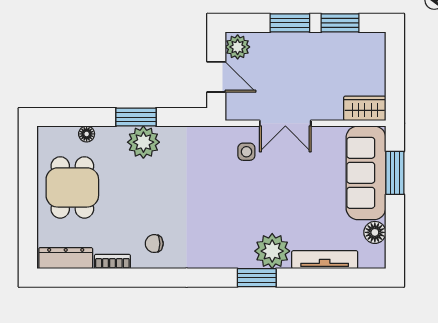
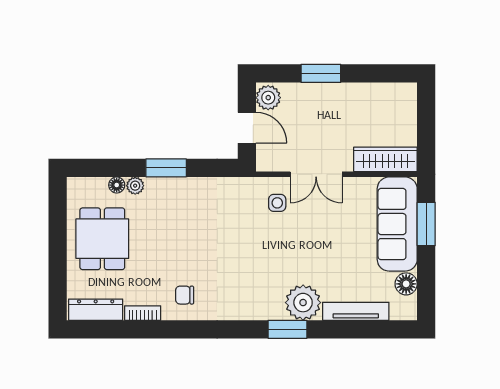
window: (340, 23) -> (371, 73), removed
wardrobe: (365, 108) -> (385, 159), width x1.50
plant: (143, 142) -> (135, 186), moved, width x0.53, depth x0.53

